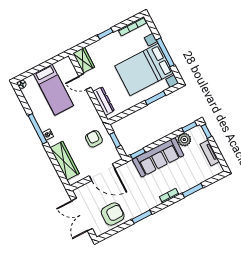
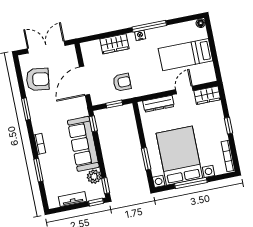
wardrobe: (65, 161) -> (114, 44), width x0.67
armchair: (113, 214) -> (38, 79), turned -82

